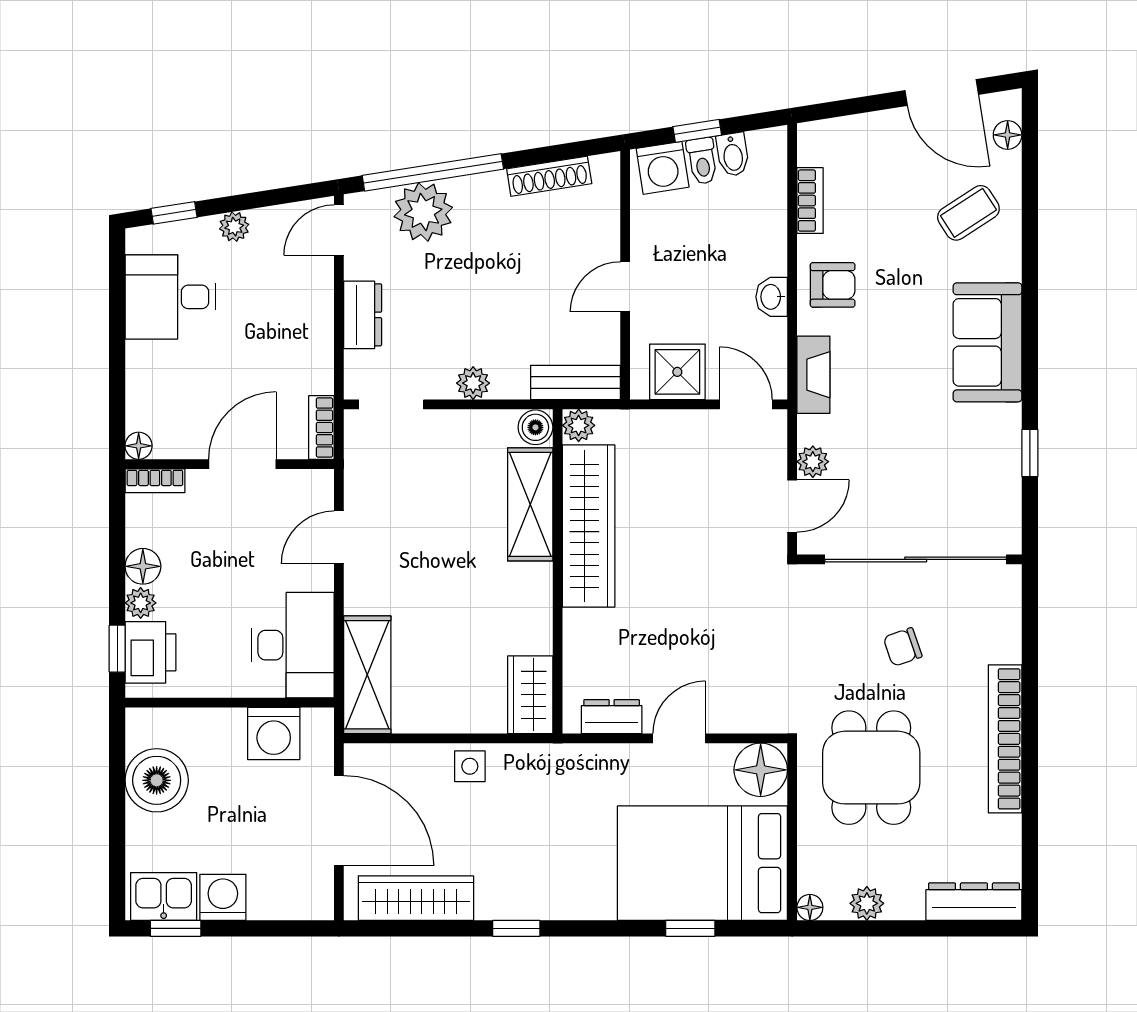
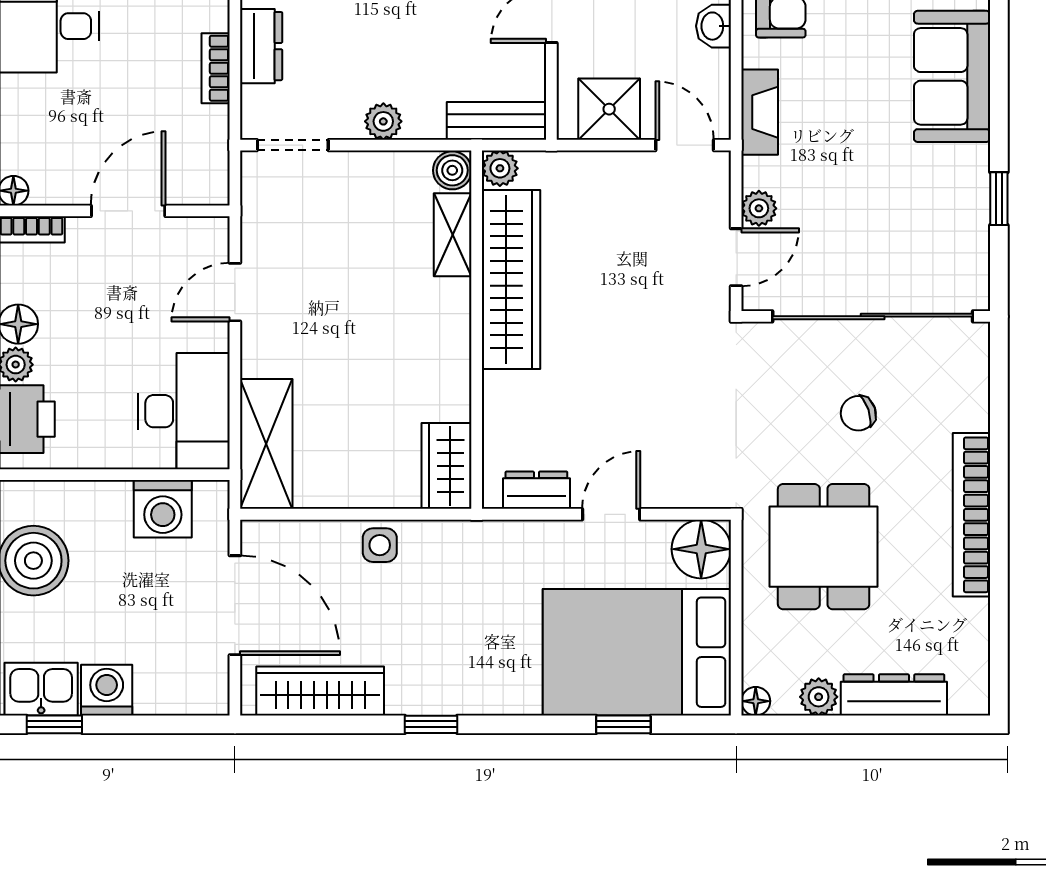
bookcase: (321, 427) -> (216, 68), moved
shelving: (530, 504) -> (453, 235), width x0.67, depth x0.75
dresser: (974, 902) -> (894, 695), moved

